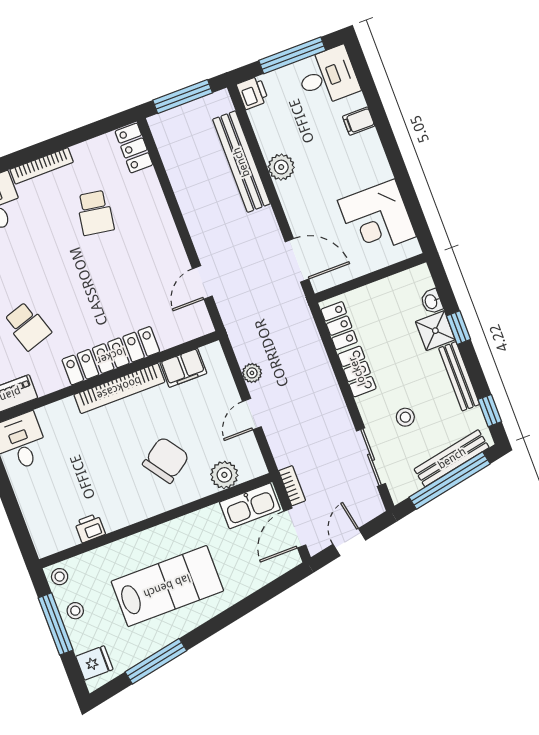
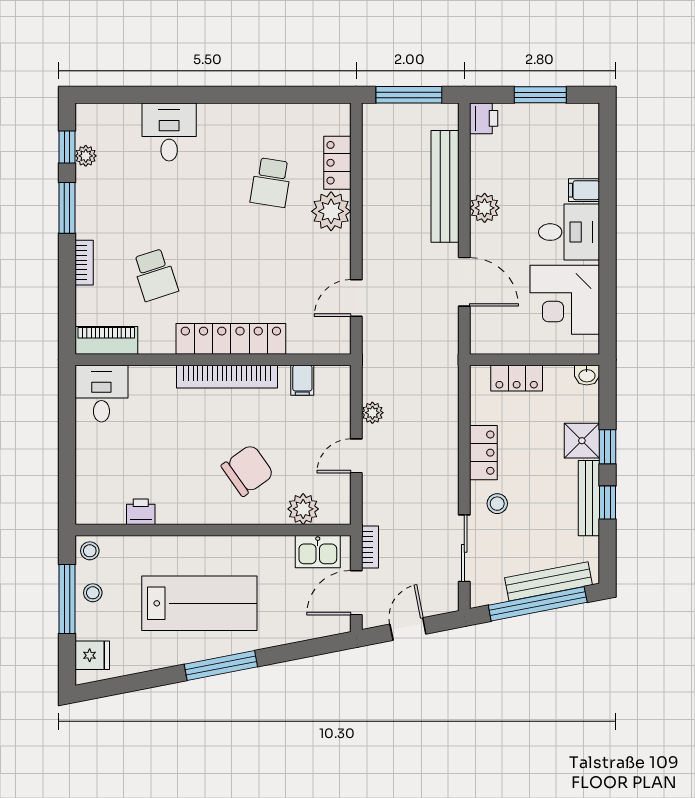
window: (292, 55) -> (540, 95), width x0.69
desk: (328, 77) -> (569, 232), moved
locker: (134, 148) -> (337, 163), moved
bookcase: (42, 166) -> (233, 112), removed
plant: (154, 218) -> (331, 211), added
door: (297, 260) -> (464, 282), moved
washbasin: (431, 302) -> (587, 375), moved, turned -90
locker: (339, 326) -> (517, 378), moved, turned 90
filing cabinet: (183, 368) -> (302, 380), width x0.50
window: (490, 411) -> (608, 502), moved
stool: (405, 417) -> (497, 504), moved
kitchen sink: (250, 506) -> (318, 552), width x0.73
window: (156, 661) -> (221, 665), moved

